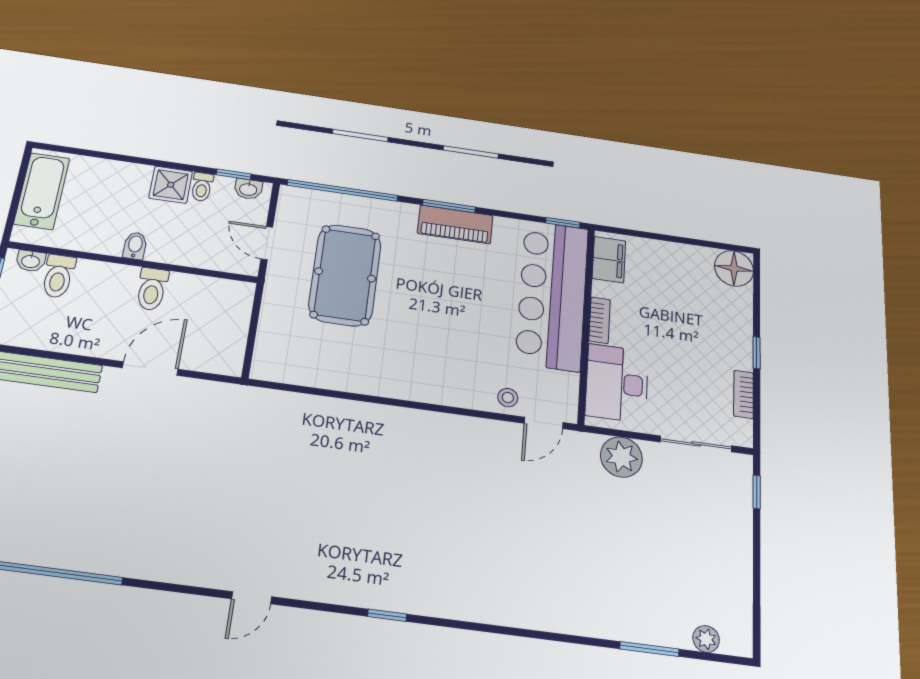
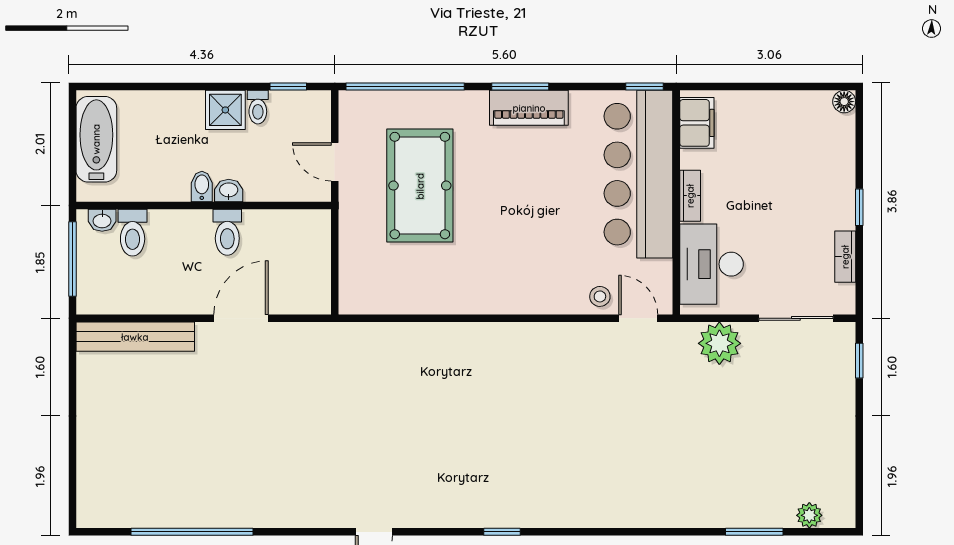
washbasin: (248, 189) -> (229, 191), moved, turned 180
floor lamp: (734, 268) -> (844, 102), width x0.53, depth x0.53
door: (544, 423) -> (638, 318), swing flipped

